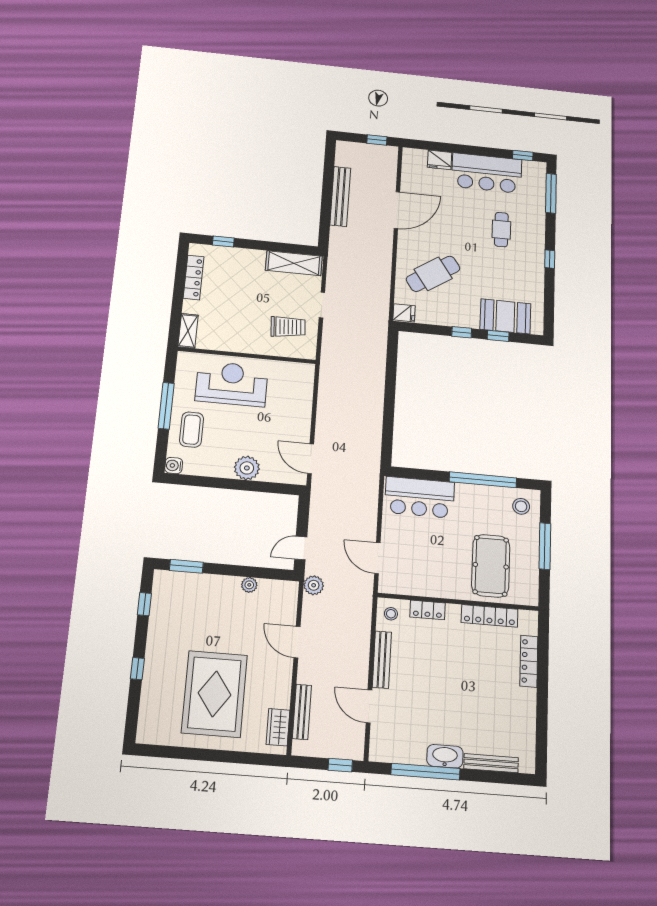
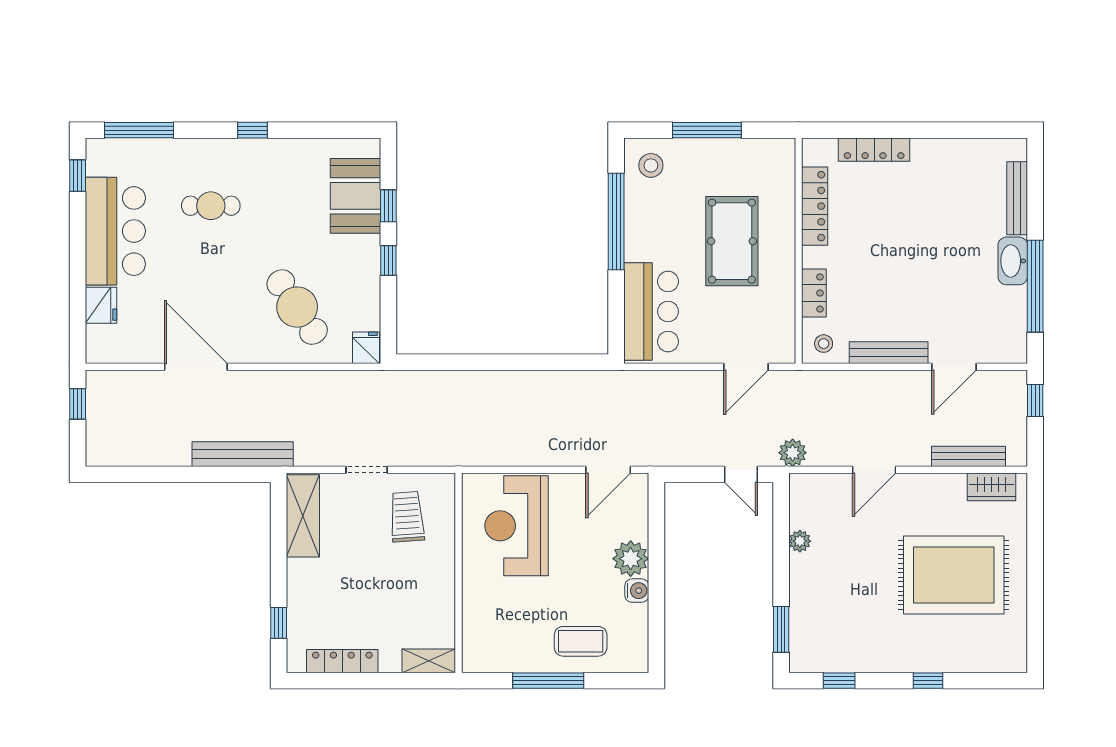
bench: (340, 196) -> (243, 454), moved
reception desk: (232, 384) -> (517, 526), moved
water cooler: (174, 466) -> (637, 591), moved, turned -90
pool table: (491, 566) -> (732, 241), moved, turned 90

